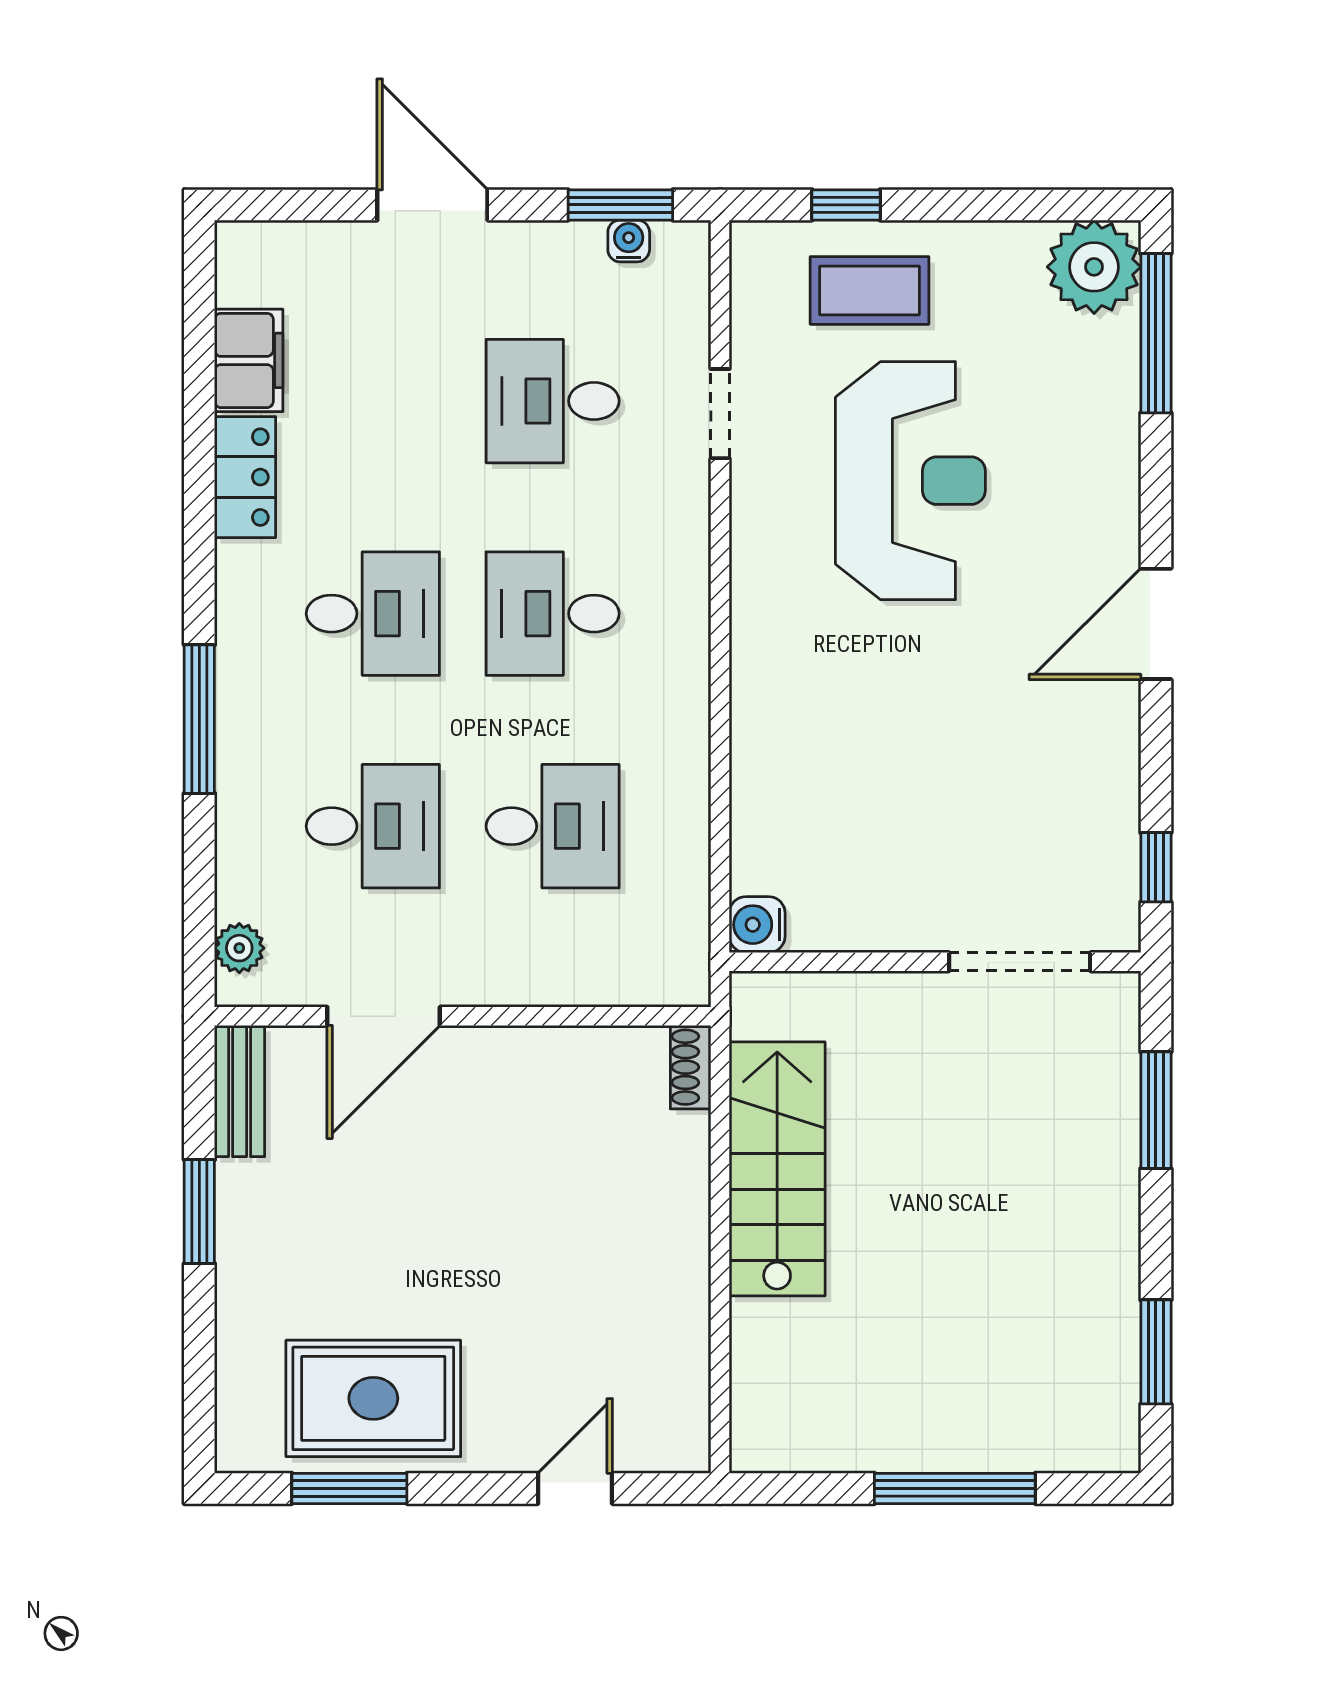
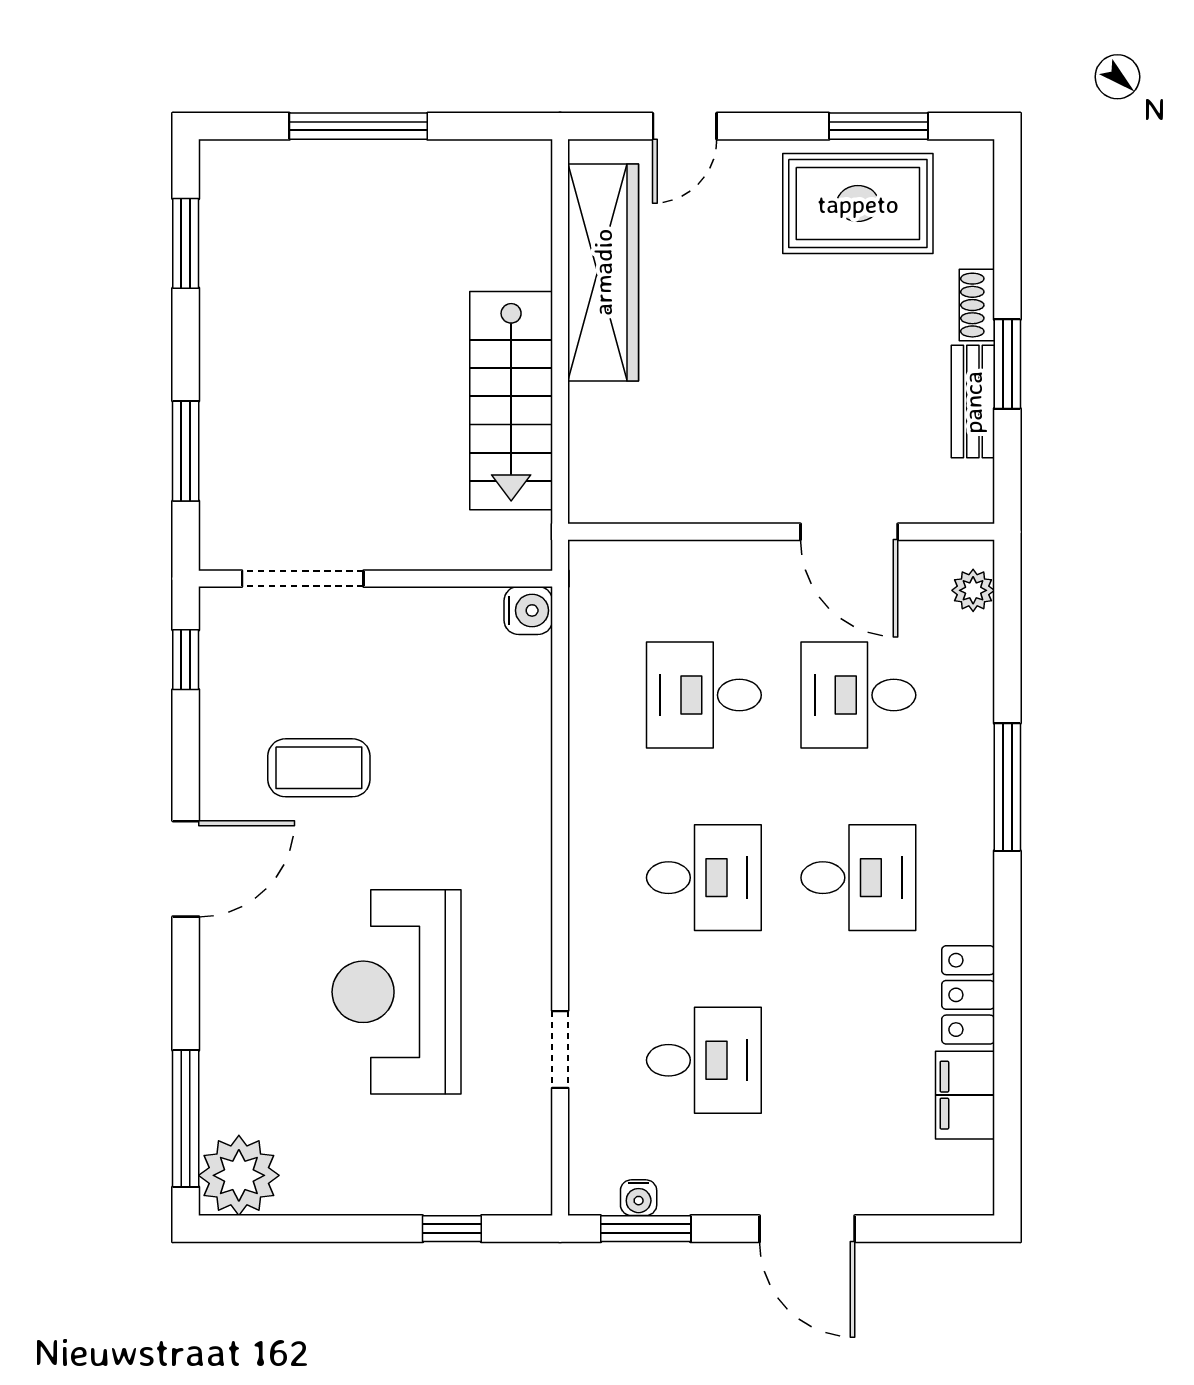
coffee table: (869, 290) -> (319, 768), moved
desk: (373, 614) -> (858, 878), turned 180
door: (384, 1016) -> (849, 532), swing flipped
shoe rack: (691, 1067) -> (977, 305), moved, turned 180
bench: (240, 1091) -> (973, 402), moved
wardrobe: (670, 1318) -> (603, 272), added

